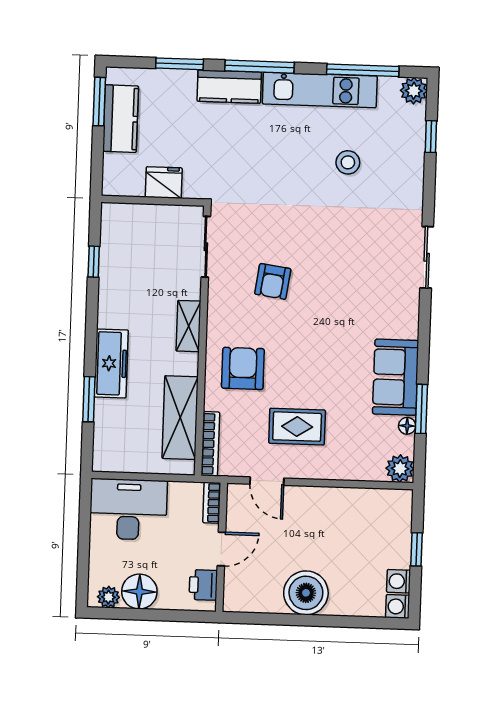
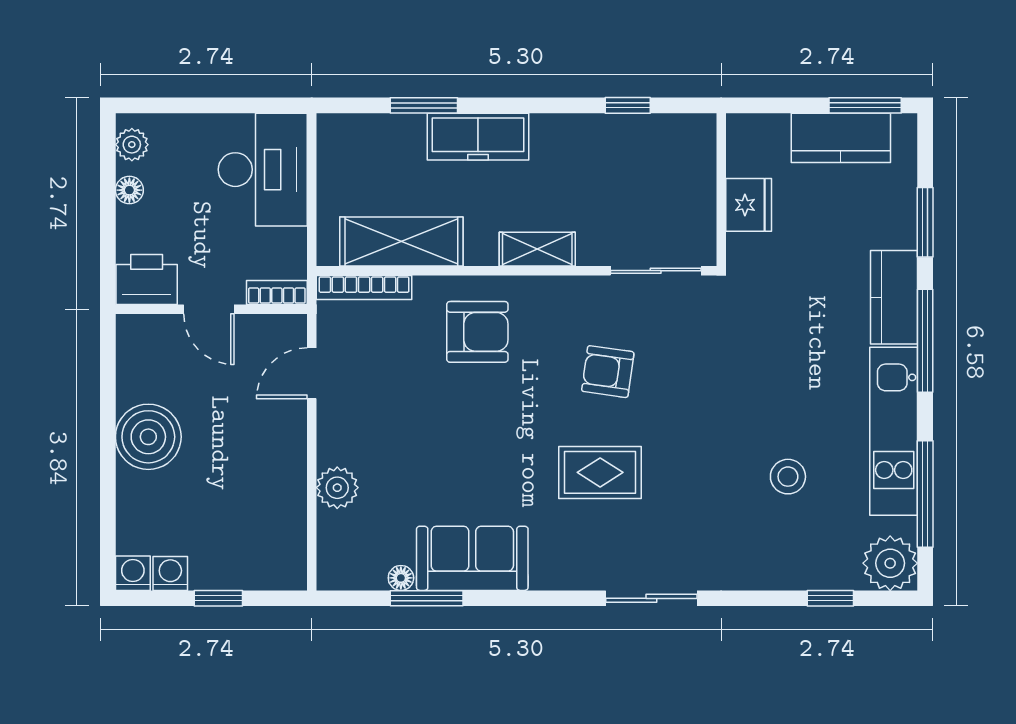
plant: (414, 91) -> (890, 563), width x1.36, depth x1.36
rug: (297, 427) -> (600, 472), moved, turned 90
plant: (400, 469) -> (337, 488), moved
printer: (203, 585) -> (147, 280), width x1.36, depth x1.24
floor lamp: (139, 592) -> (129, 190), width x0.53, depth x0.53

